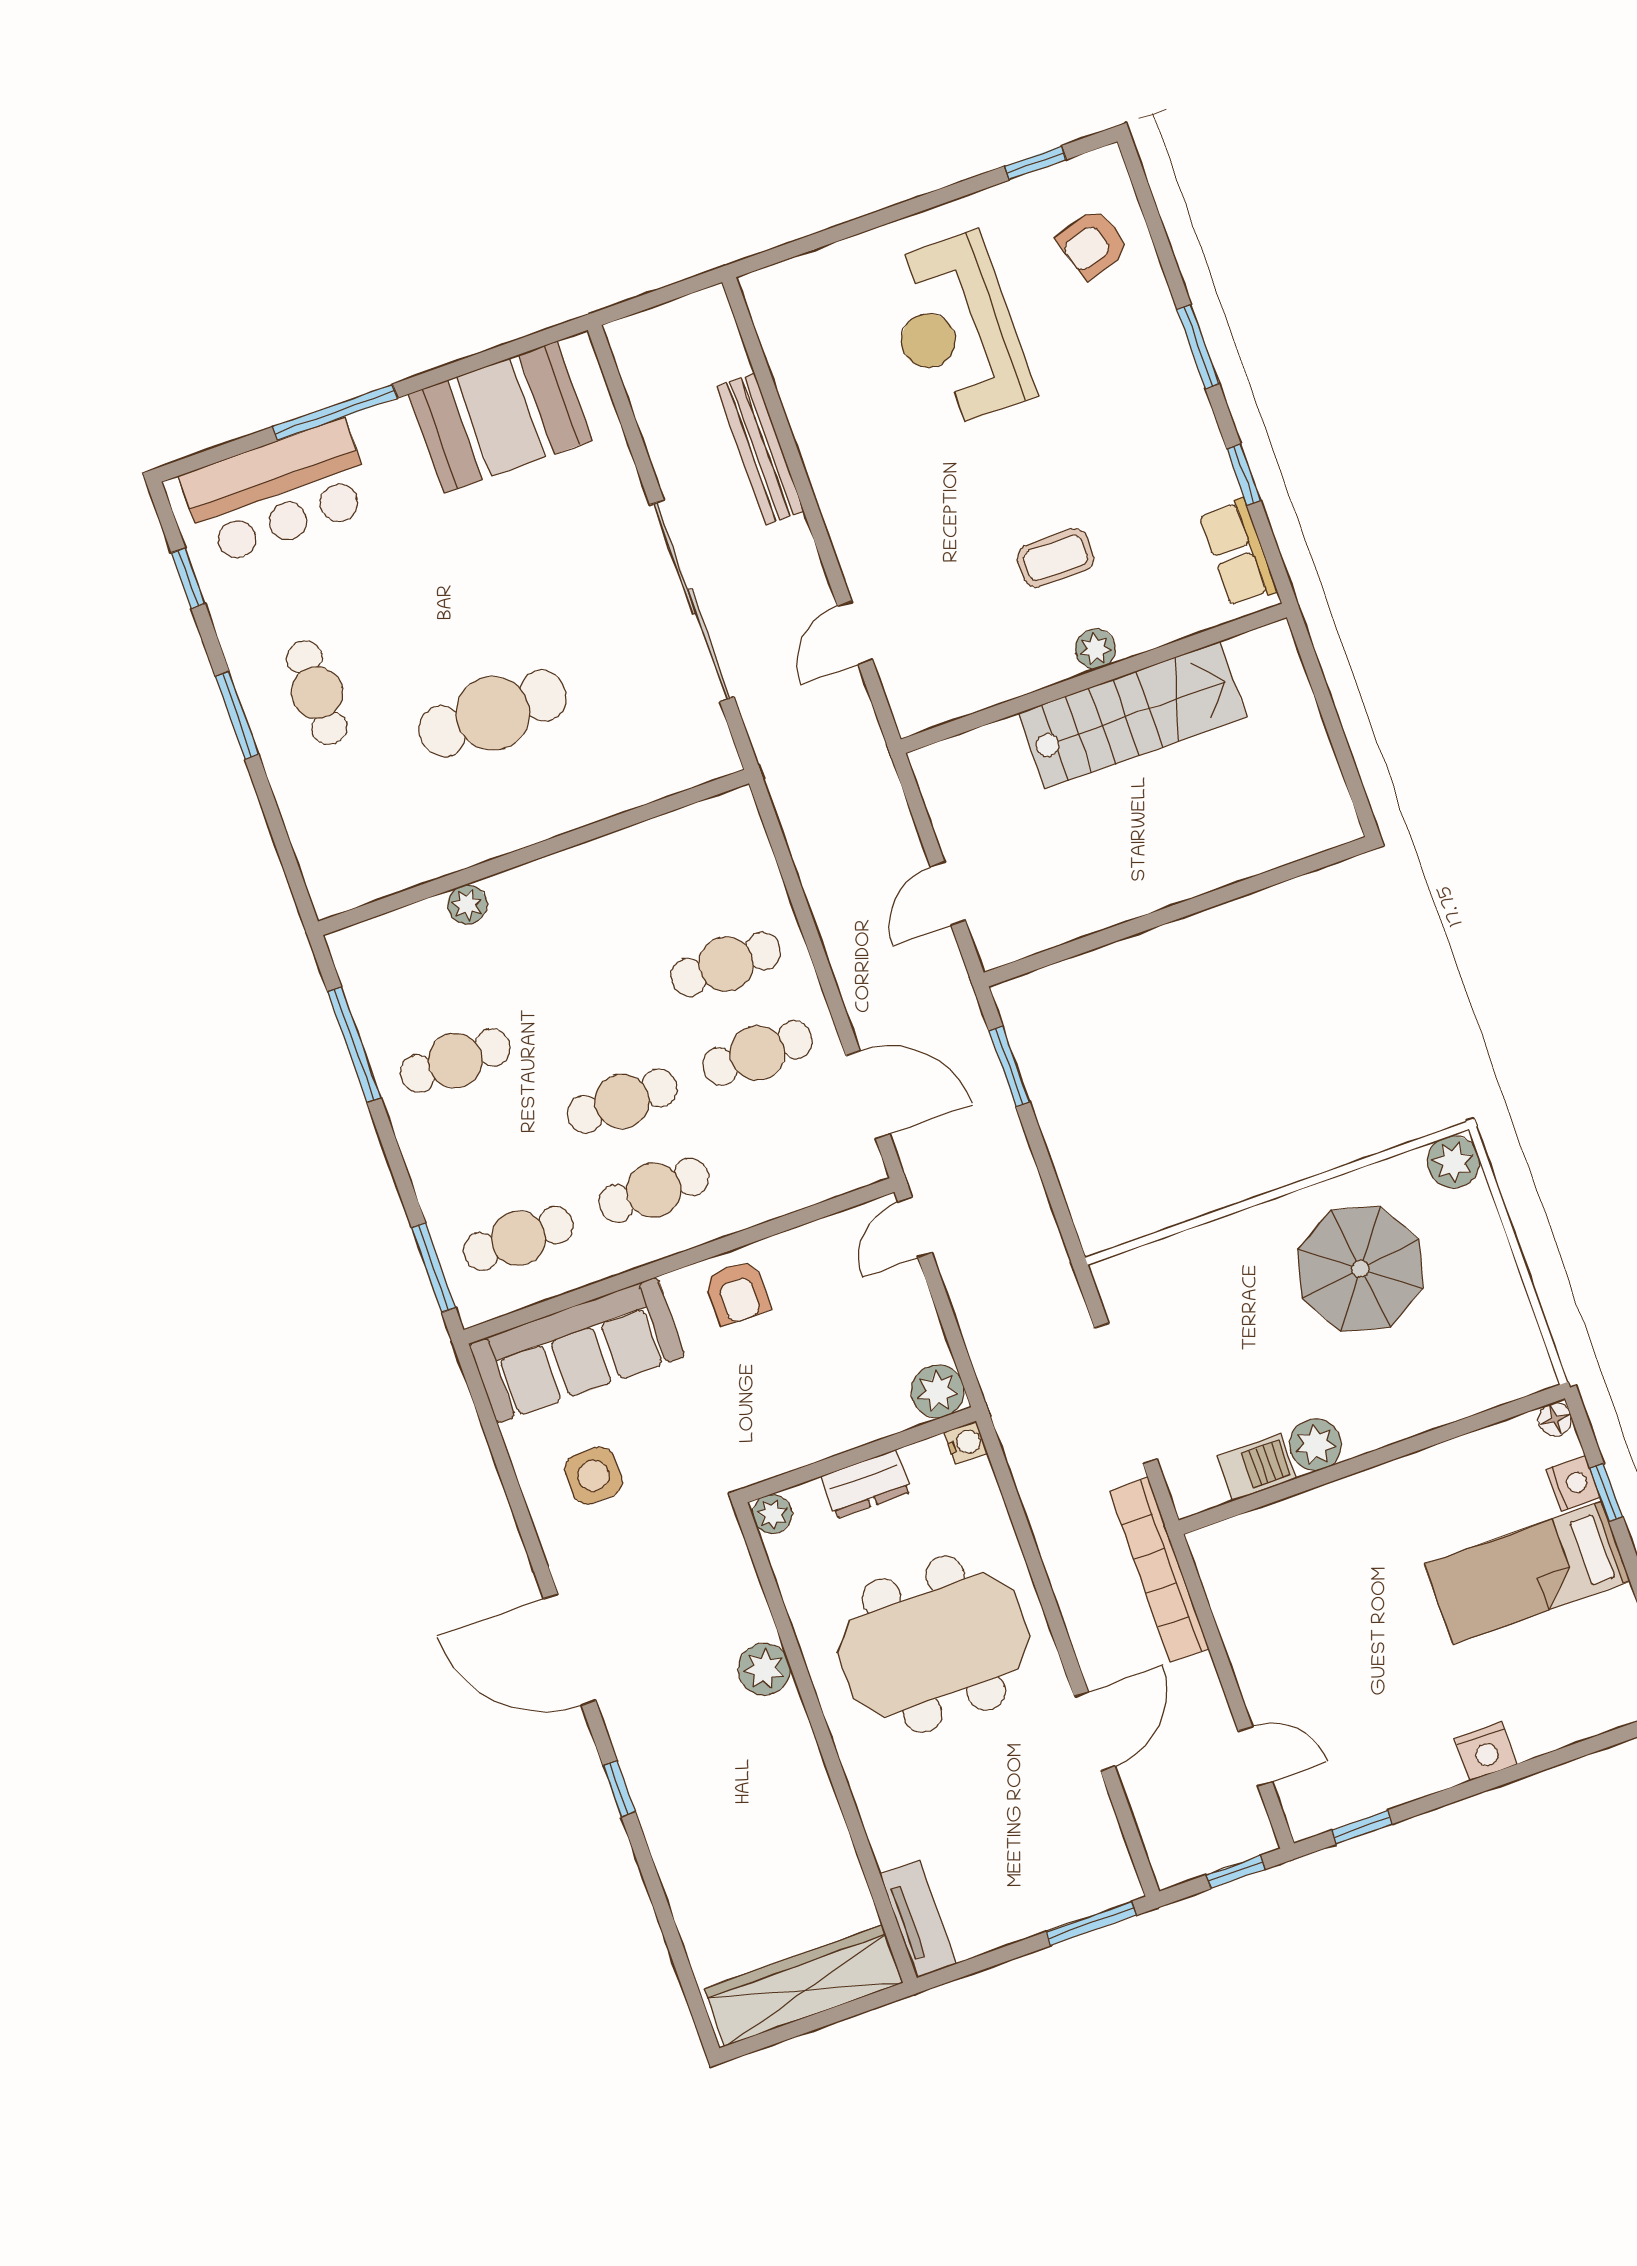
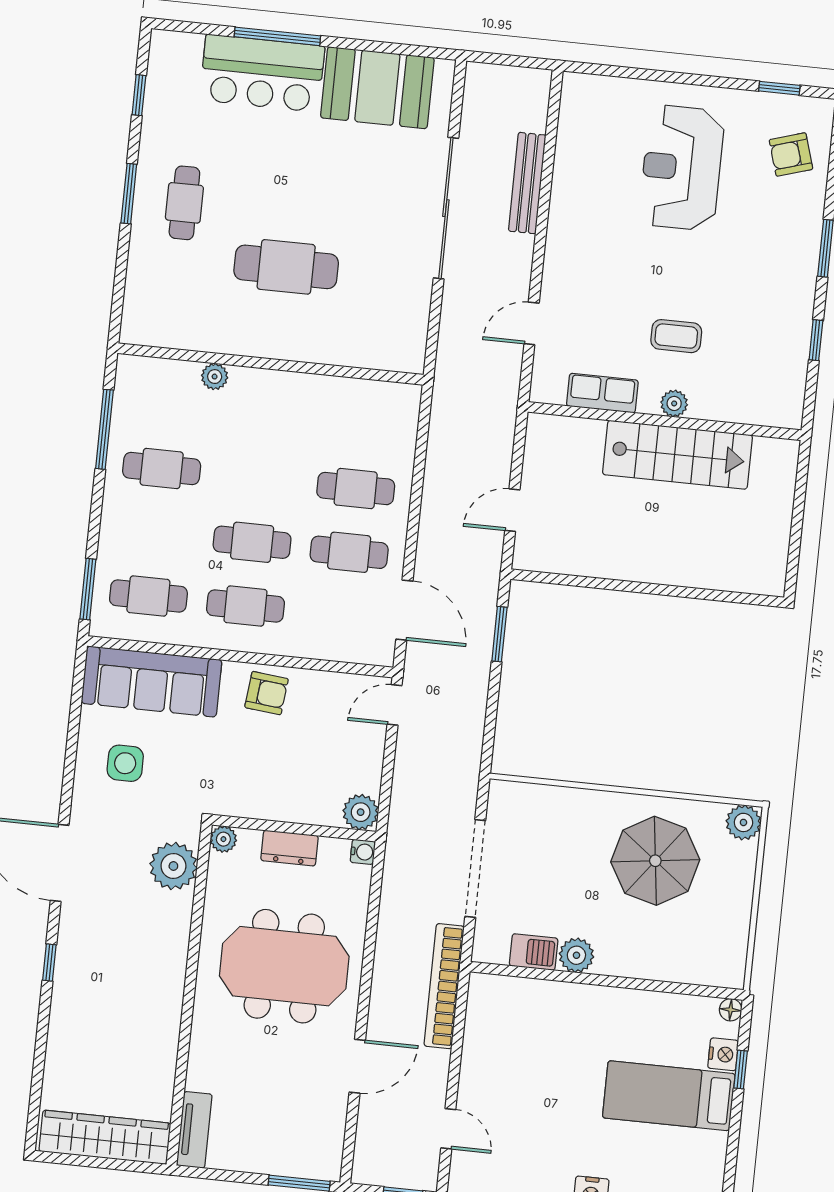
bar counter: (278, 492) -> (262, 73), moved
row of seats: (1238, 553) -> (602, 393), moved, turned 90
sliding door: (692, 601) -> (446, 208), moved
armchair: (737, 1293) -> (267, 693), turned -84
plant: (764, 1669) -> (173, 866), moved, width x1.36, depth x1.36

